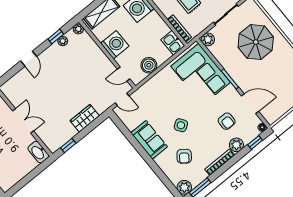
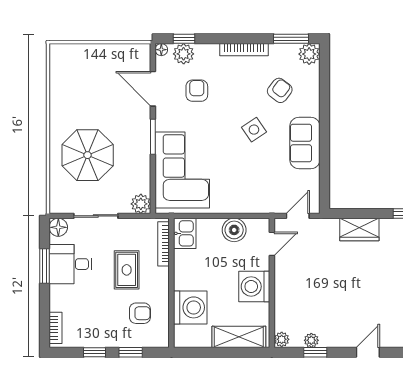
door: (124, 74) -> (272, 244), hinge flipped
door: (122, 99) -> (298, 216), hinge flipped
plant: (236, 145) -> (184, 54), moved

